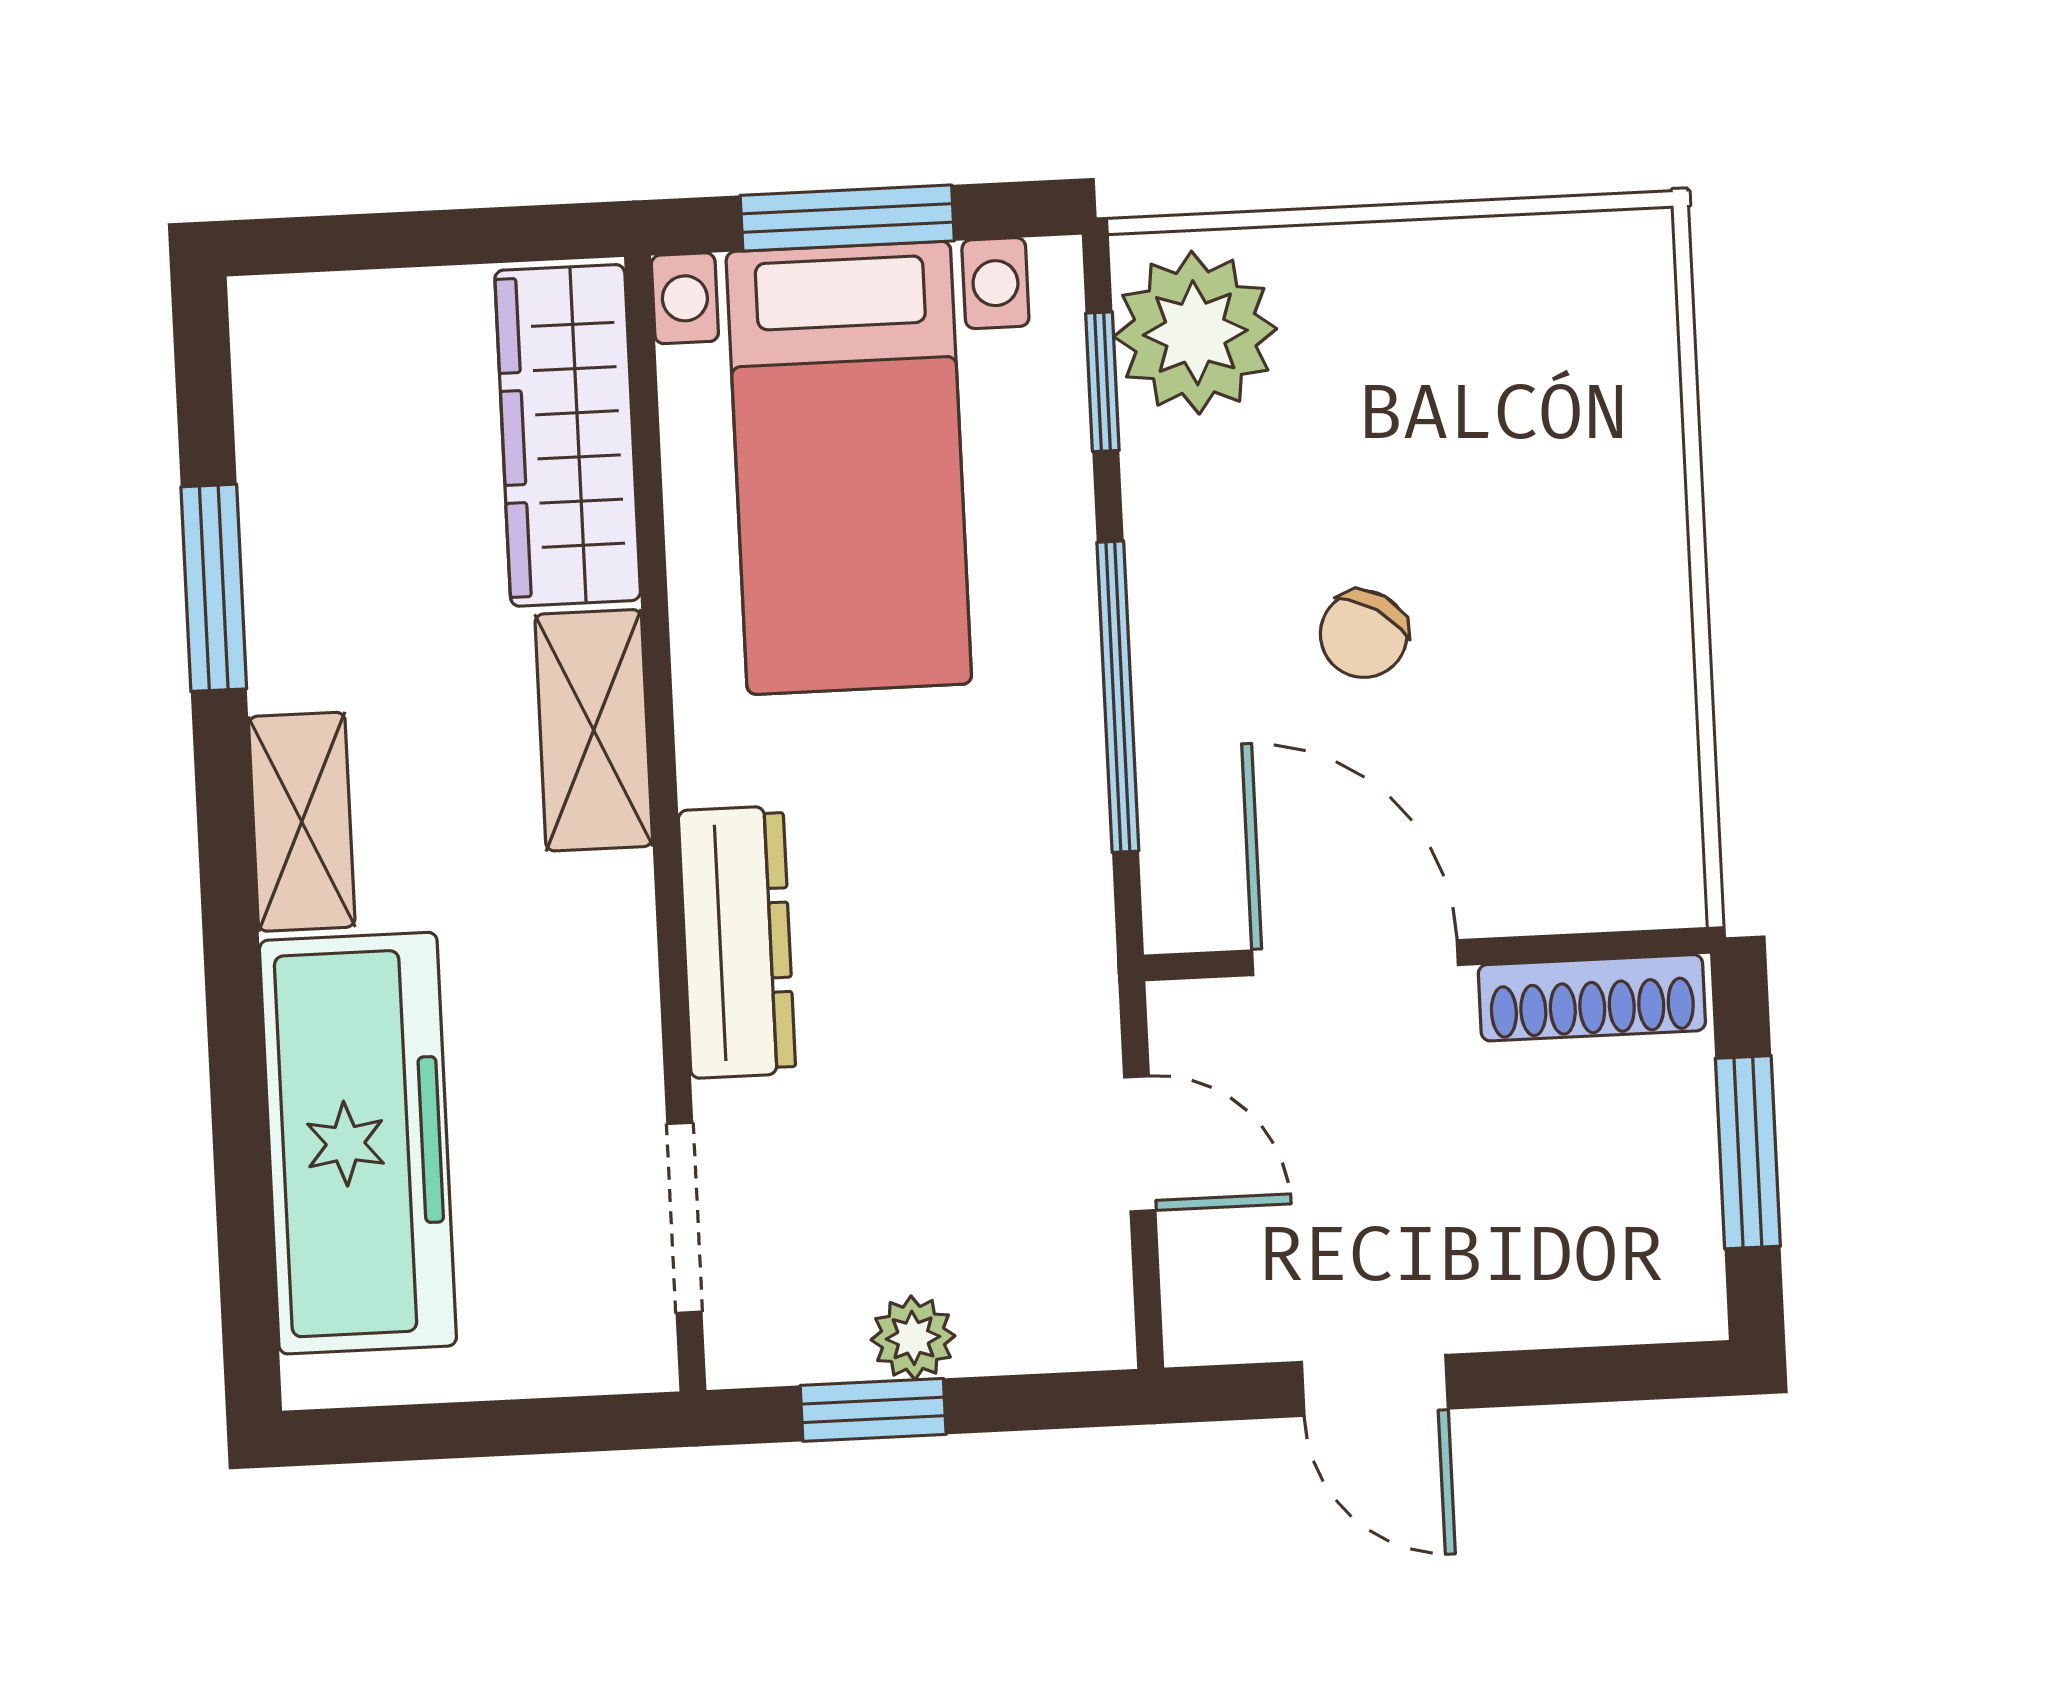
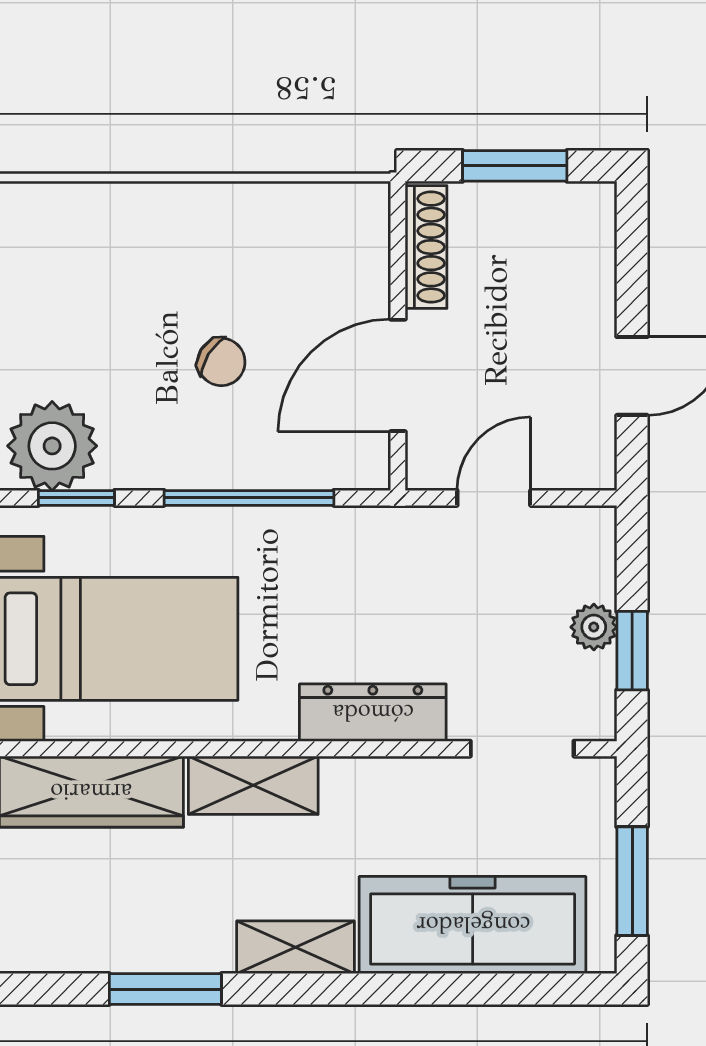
window: (452, 1430) -> (632, 881), added

